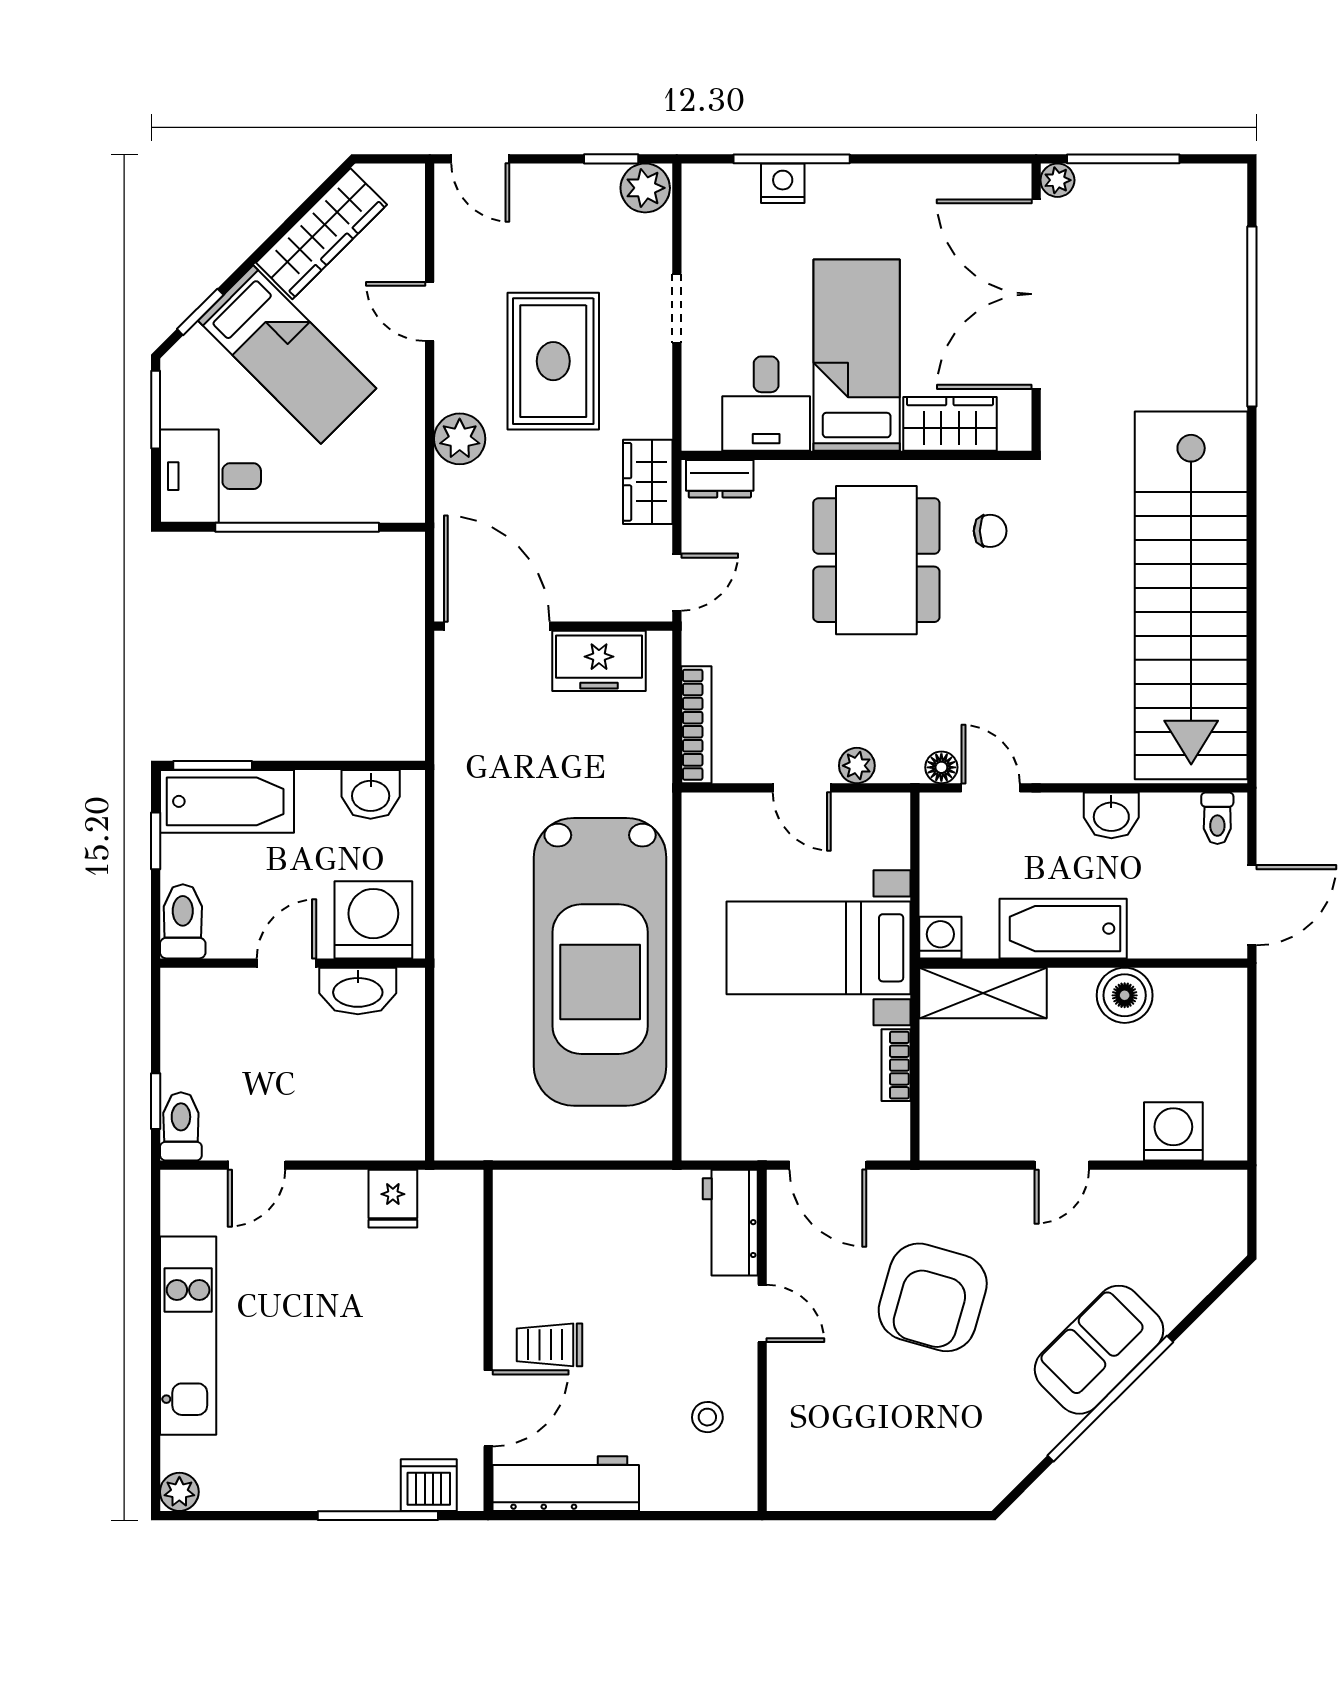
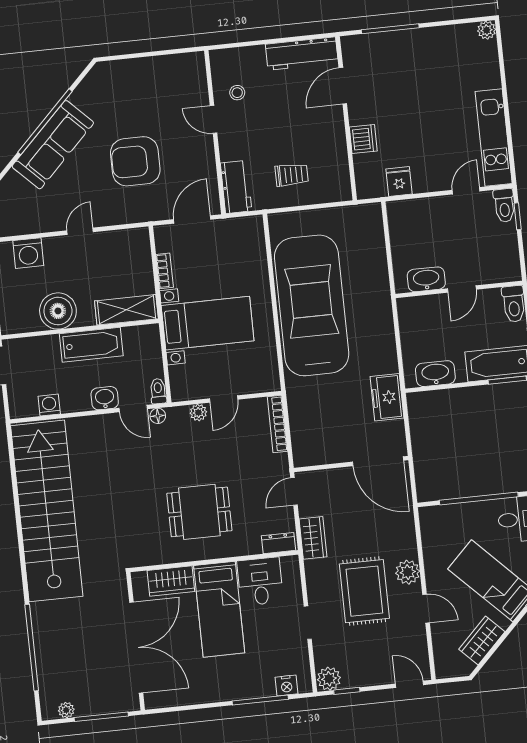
plant: (1057, 180) -> (66, 710), moved
nightstand: (783, 183) -> (287, 685), moved
wardrobe: (321, 234) -> (482, 640), width x0.67
plant: (460, 439) -> (408, 572), moved
chair: (990, 531) -> (146, 532), removed
dining table: (876, 560) -> (199, 512), width x0.73
freezer: (599, 661) -> (387, 397), moved, turned -90
door: (802, 788) -> (224, 399), swing flipped
washbasin: (371, 794) -> (435, 374), width x1.38
washbasin: (1111, 815) -> (105, 398), moved
toilet: (1217, 818) -> (158, 391), moved
washing machine: (373, 920) -> (422, 314), removed
washing machine: (940, 938) -> (49, 405), moved, turned 180
boiler: (1125, 995) -> (58, 311), width x1.37, depth x1.37
door: (828, 1165) -> (192, 219), hinge flipped
armchair: (933, 1297) -> (135, 161), turned -106
door: (762, 1313) -> (214, 119), moved
kitchen unit: (188, 1336) -> (494, 138), moved
trolley: (550, 1345) -> (292, 175), moved
sofa: (1099, 1350) -> (53, 145), width x1.36
dishwasher: (429, 1485) -> (363, 139), moved, turned -90

